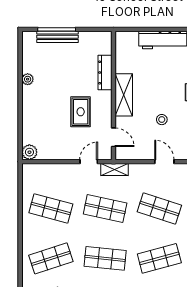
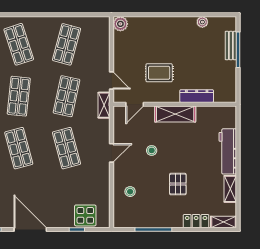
bench: (58, 37) -> (231, 45), width x0.73
plant: (28, 79) -> (202, 22), moved
shop shelf: (159, 208) -> (67, 148), turned -33

